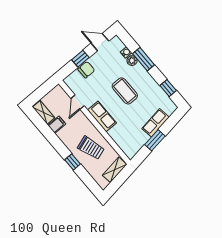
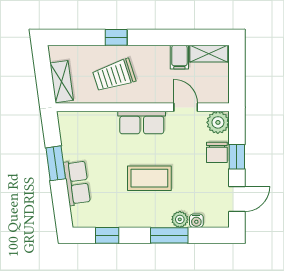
plant: (72, 81) -> (218, 122), added

